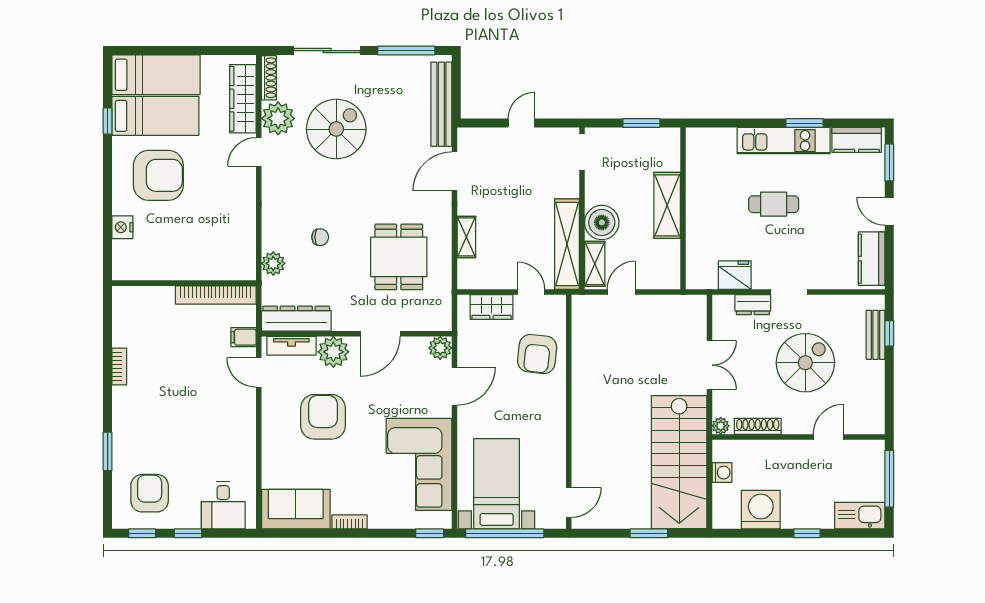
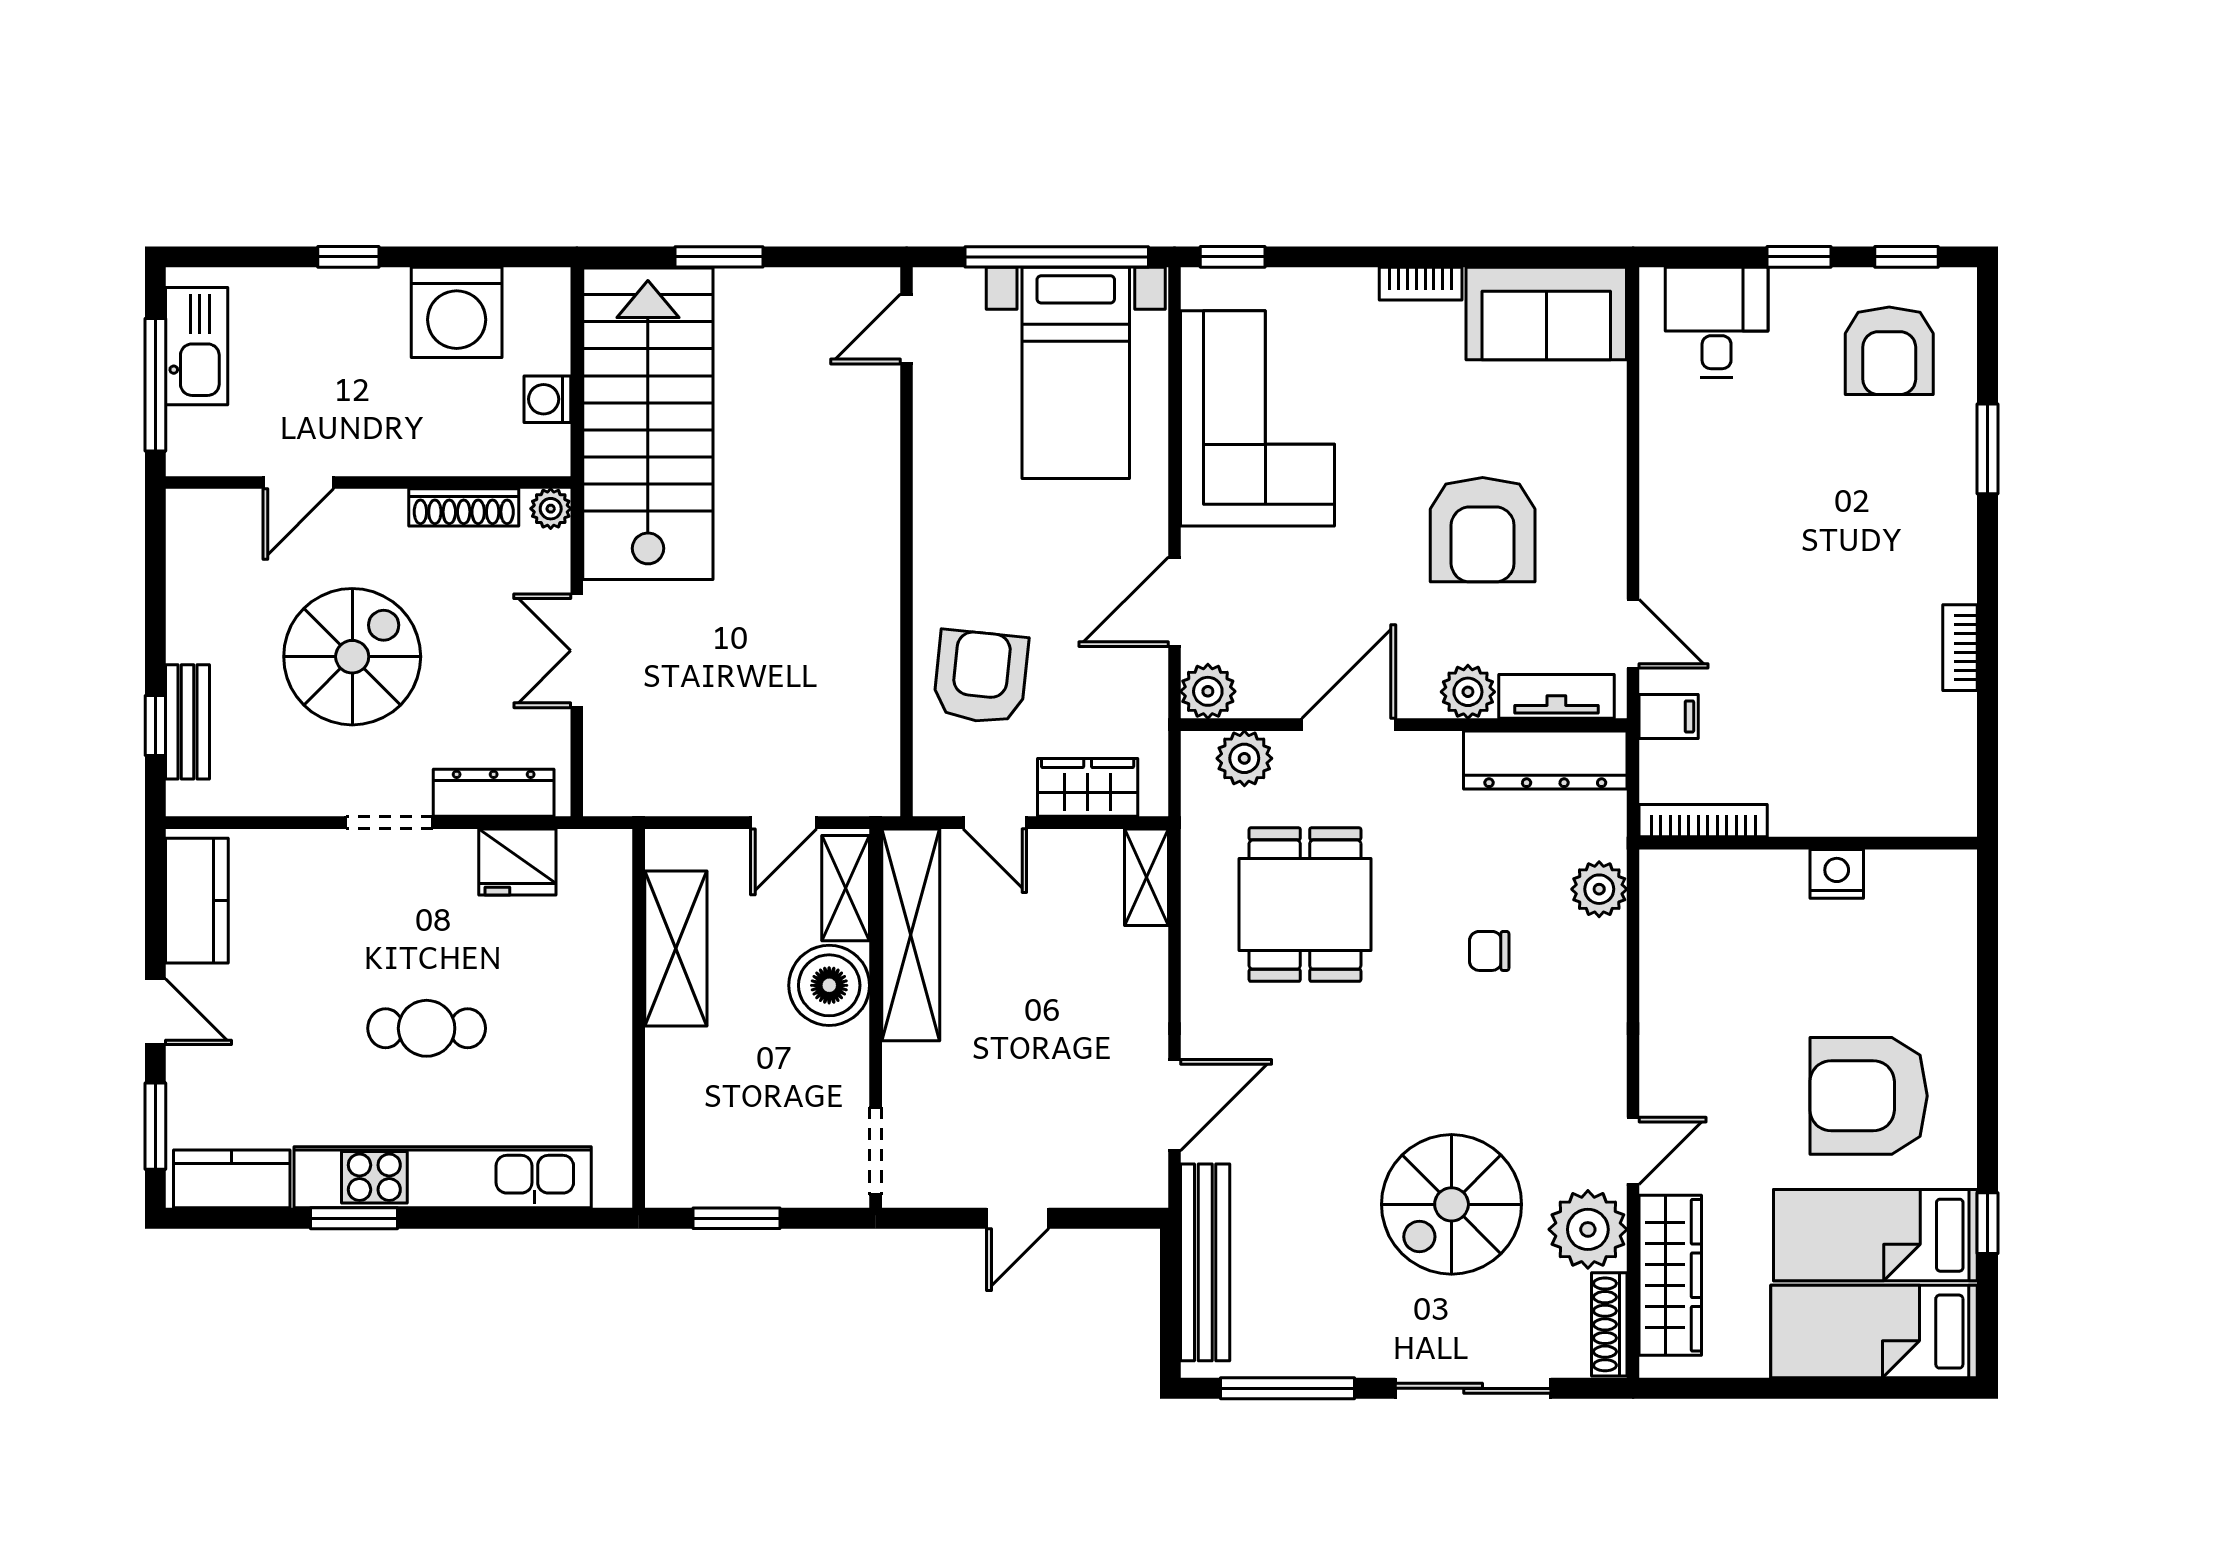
kitchen unit: (784, 141) -> (443, 1177), width x1.36
shelving: (667, 205) -> (676, 949), moved
nightstand: (122, 227) -> (1837, 874), moved, turned -90
shelving: (466, 237) -> (1147, 877), moved
bookcase: (216, 295) -> (1703, 821), width x0.68, depth x0.76
dresser: (753, 305) -> (494, 793), width x1.44
plant: (425, 319) -> (1244, 758), added
plant: (333, 352) -> (1468, 692), width x0.73, depth x0.73
spiral stairs: (805, 363) -> (352, 657), turned 180
kitchen sink: (860, 516) -> (197, 346), moved, turned -90

